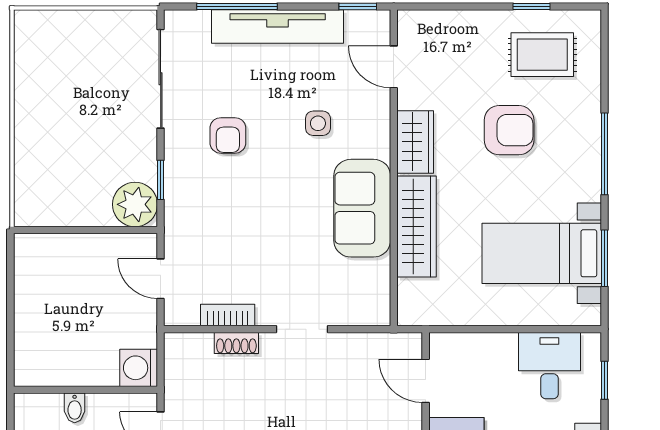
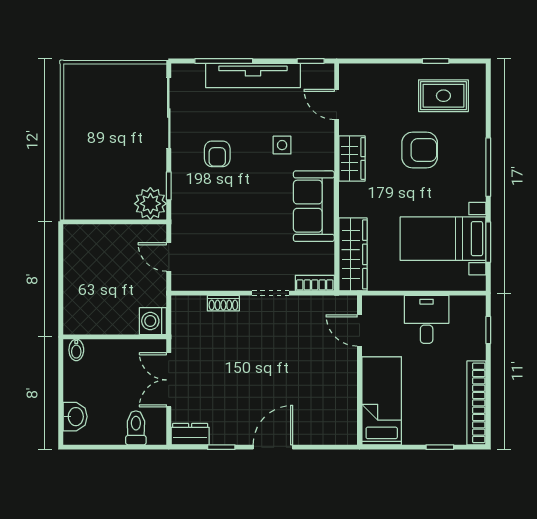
wardrobe: (416, 227) -> (353, 254), moved
bookcase: (228, 315) -> (315, 283), moved
desk: (549, 366) -> (427, 319), moved
bidet: (75, 408) -> (76, 350), moved

